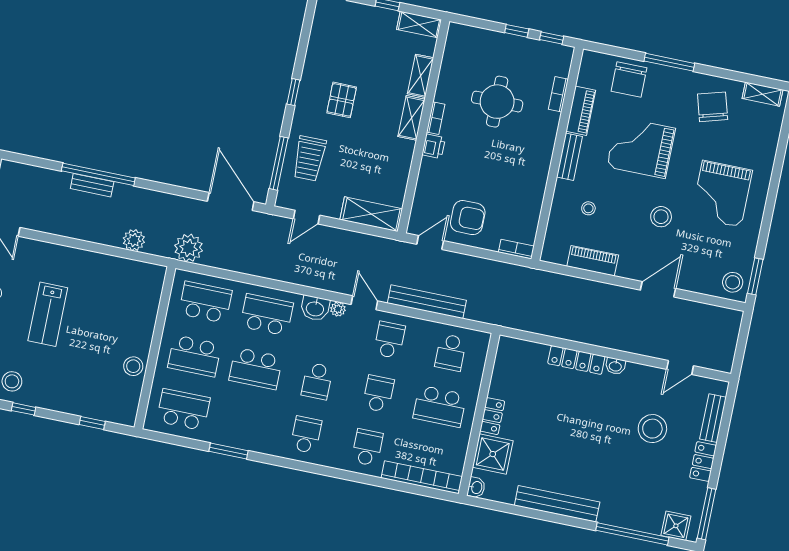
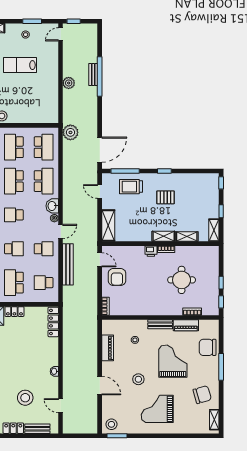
plant: (134, 240) -> (69, 83), moved
locker: (576, 360) -> (53, 322), moved

